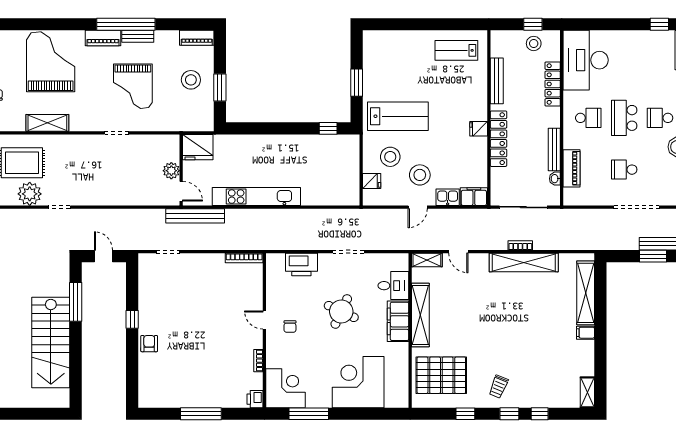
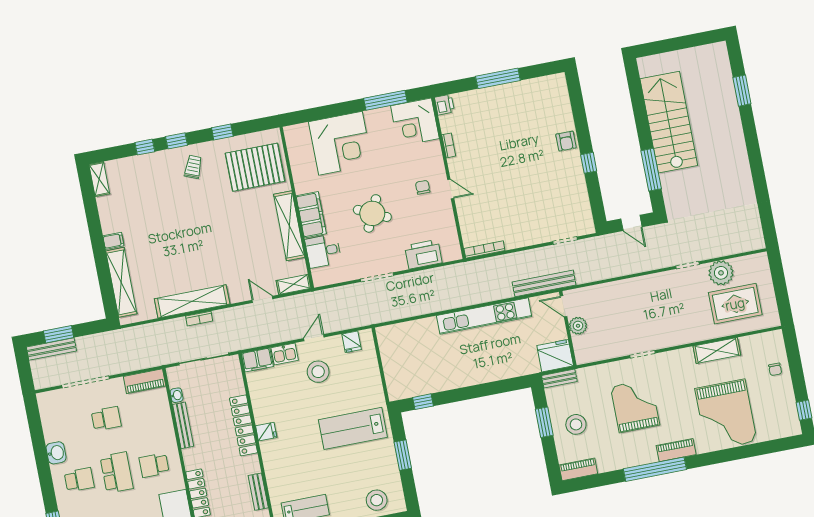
bench: (138, 36) -> (559, 379), moved
bench: (497, 81) -> (258, 492), width x0.73
stool: (390, 157) -> (377, 500), moved
piano: (572, 168) -> (145, 381), moved, turned -90
fridge: (372, 181) -> (352, 342), moved, turned -90

